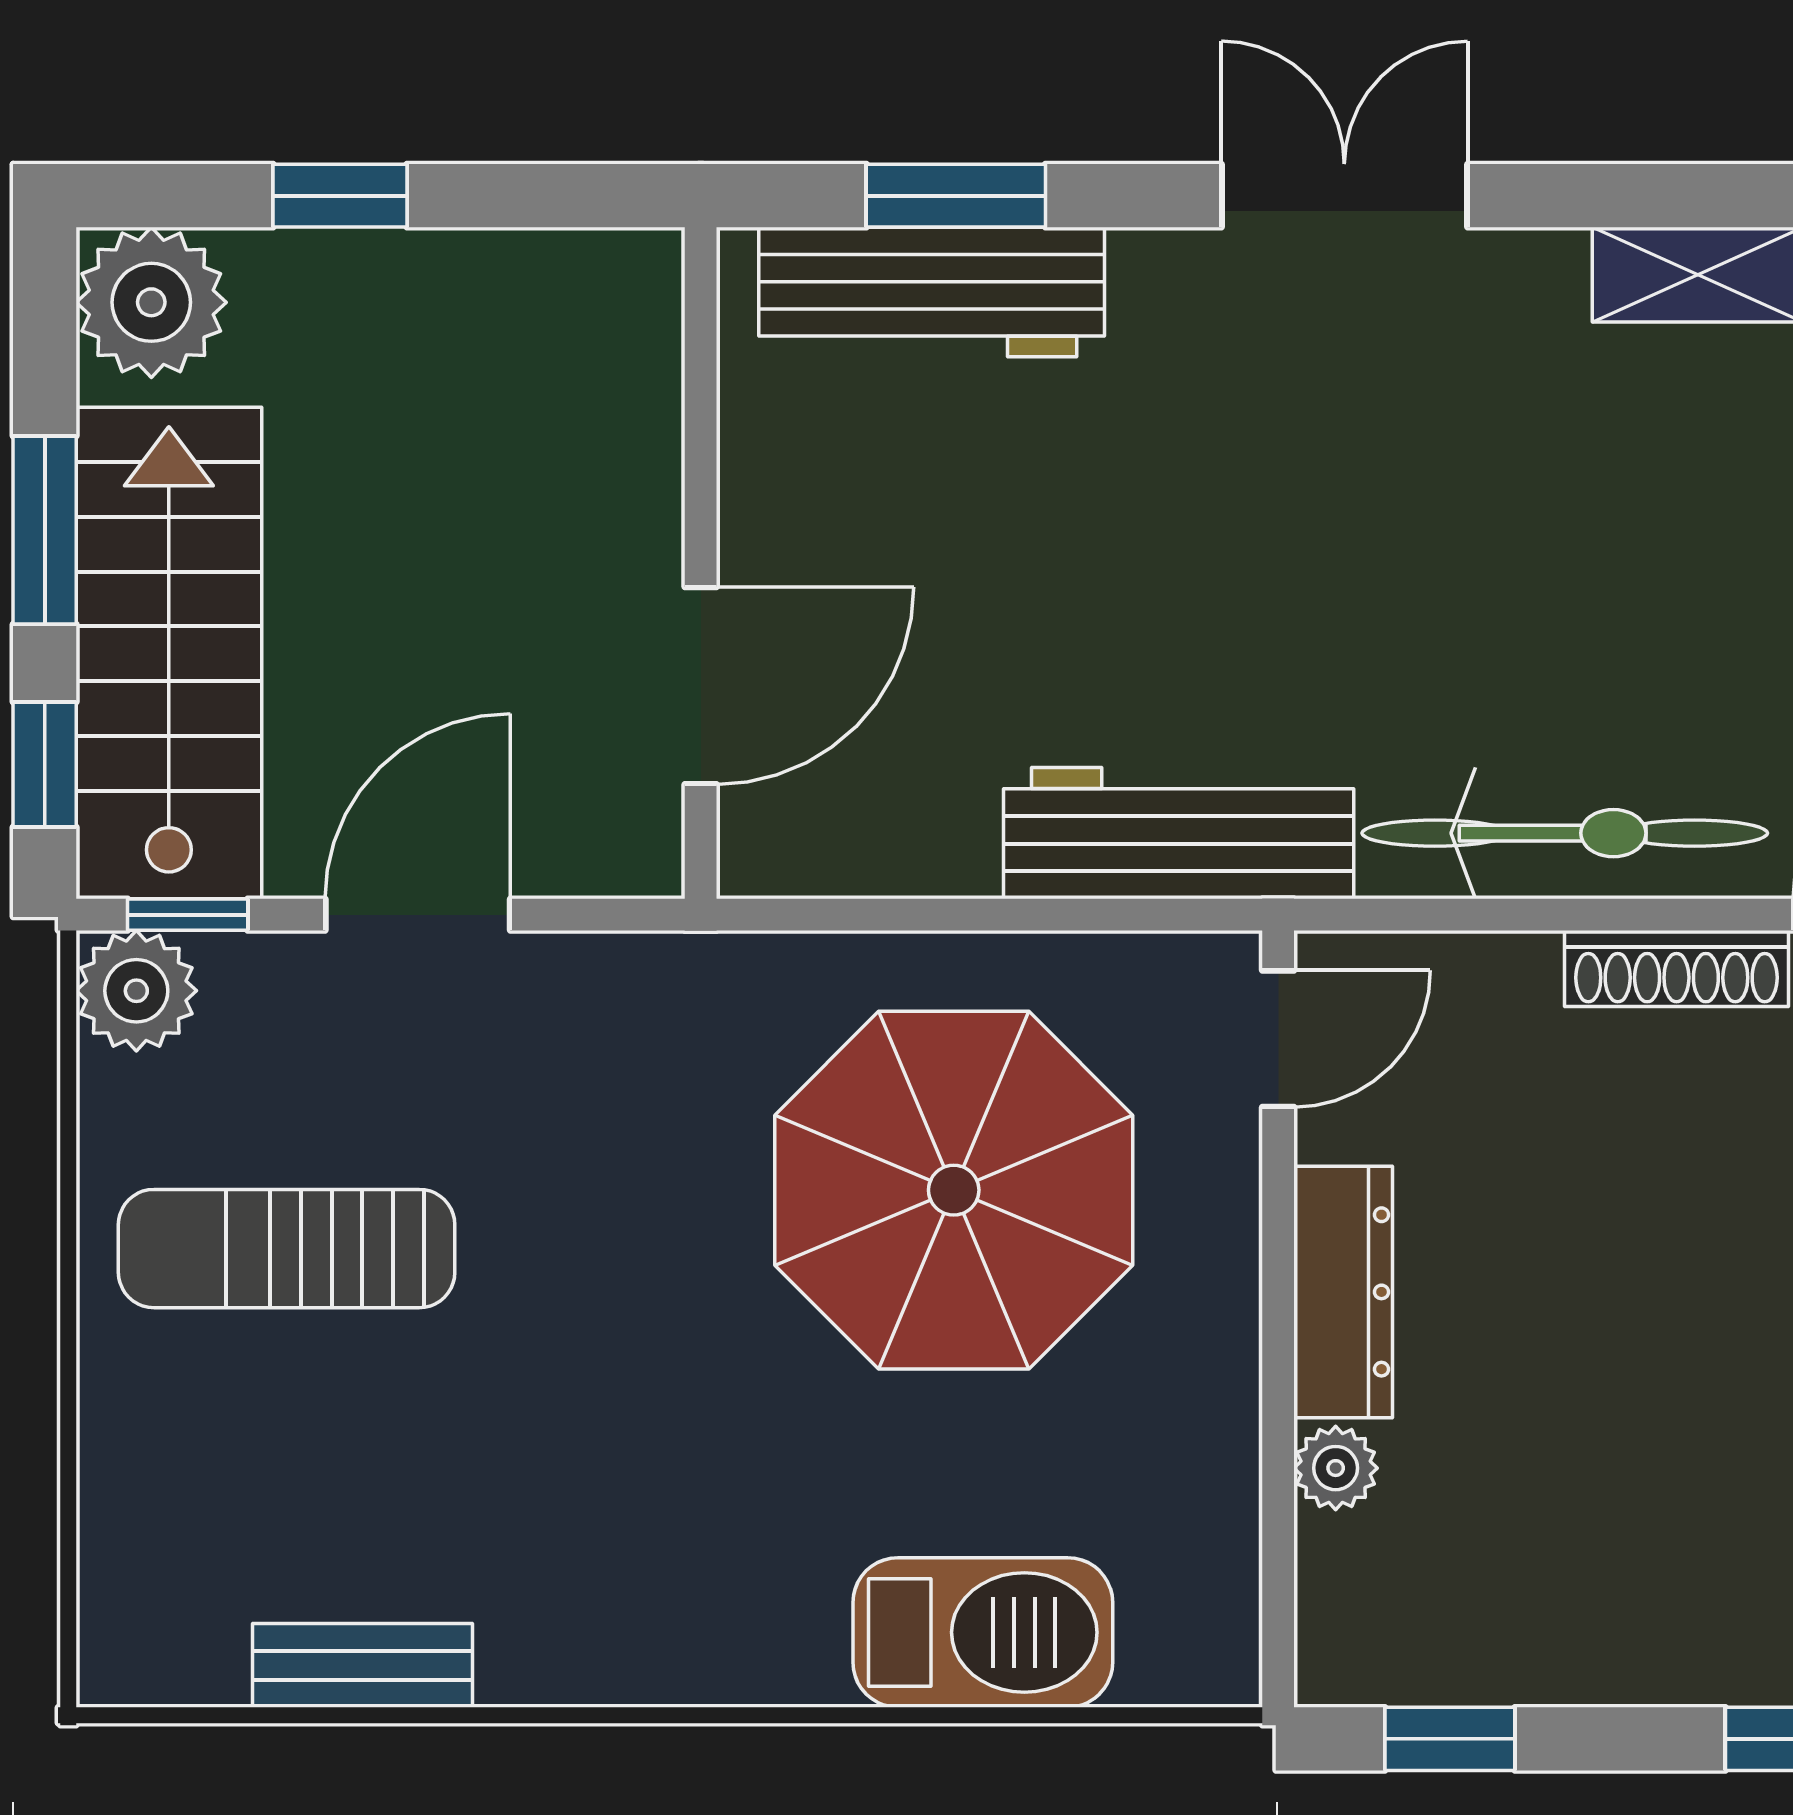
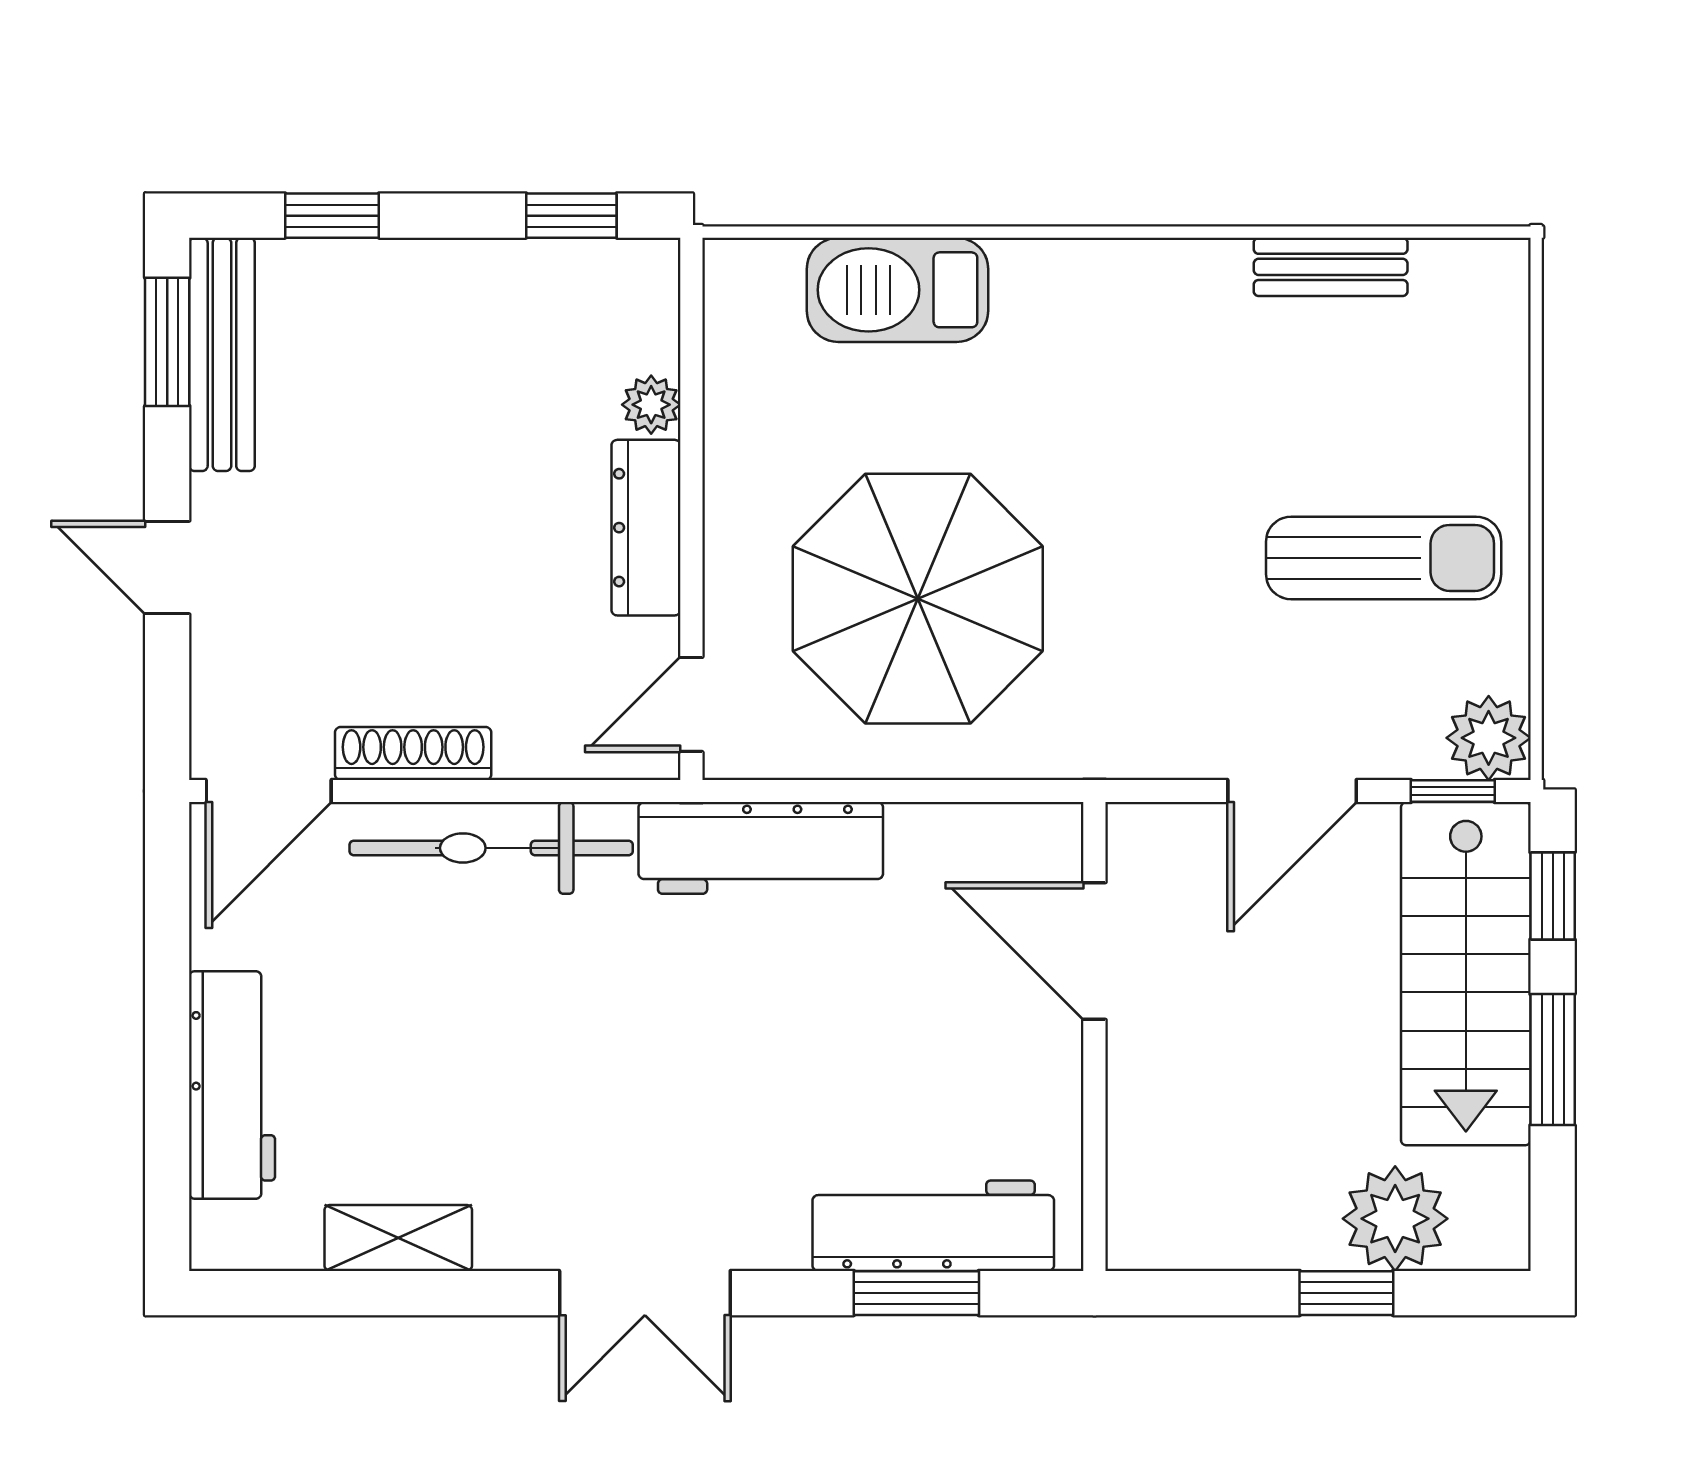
plant: (151, 302) -> (1395, 1219), moved
door: (701, 686) -> (1094, 951), hinge flipped

